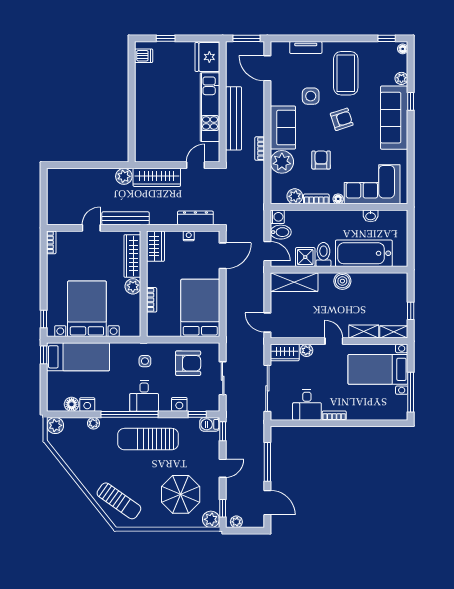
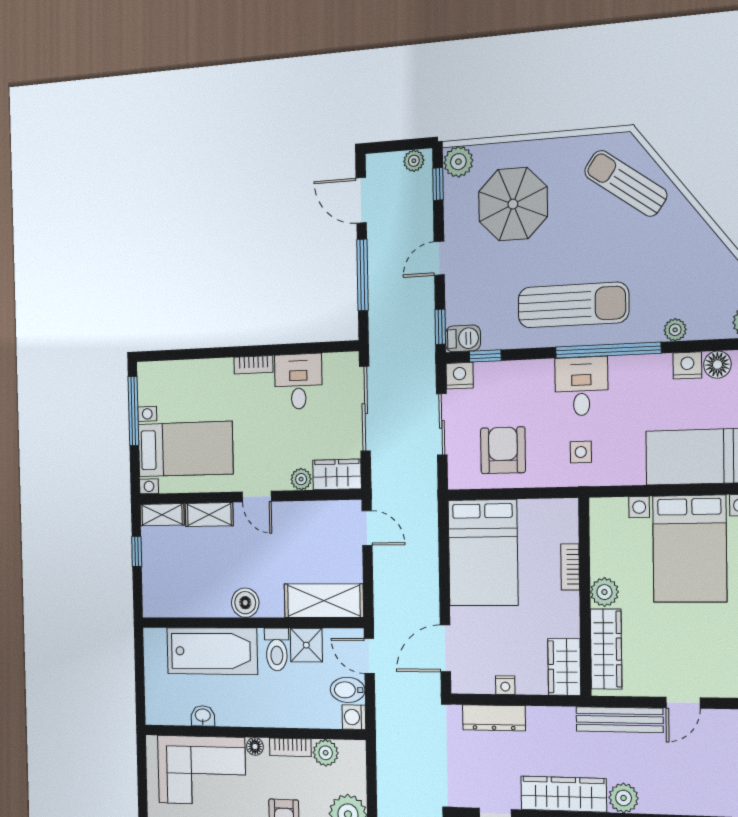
armchair: (188, 363) -> (503, 450), turned 90
nightstand: (179, 404) -> (460, 376), moved

